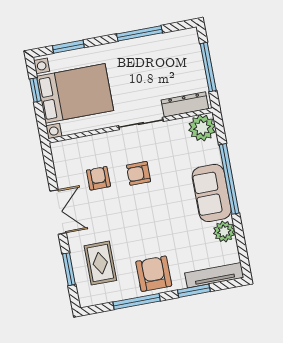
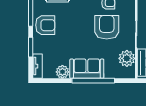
plant: (202, 128) -> (127, 58), moved
armchair: (139, 173) -> (107, 27), width x1.88, depth x1.88
tv unit: (214, 275) -> (37, 66), width x0.71

